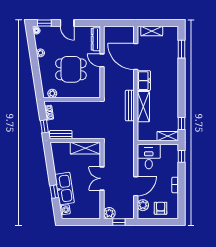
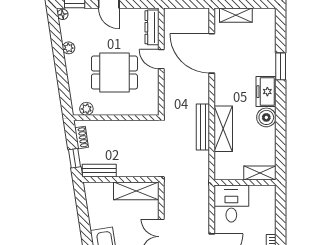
window: (181, 49) -> (281, 66), moved
freezer: (144, 81) -> (266, 92), moved, turned 180
boiler: (172, 99) -> (266, 117), added
window: (181, 123) -> (281, 154), removed
window: (181, 156) -> (281, 203), removed

